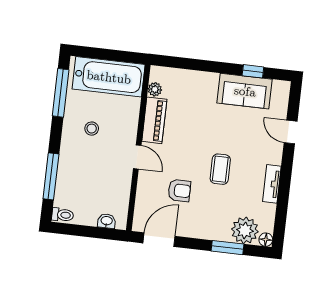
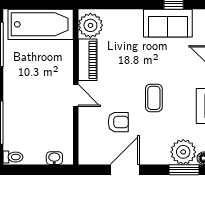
plant: (155, 89) -> (90, 25), width x1.88, depth x1.88
stool: (92, 129) -> (31, 74), removed
door: (159, 240) -> (125, 170), moved
window: (228, 248) -> (184, 170), moved

